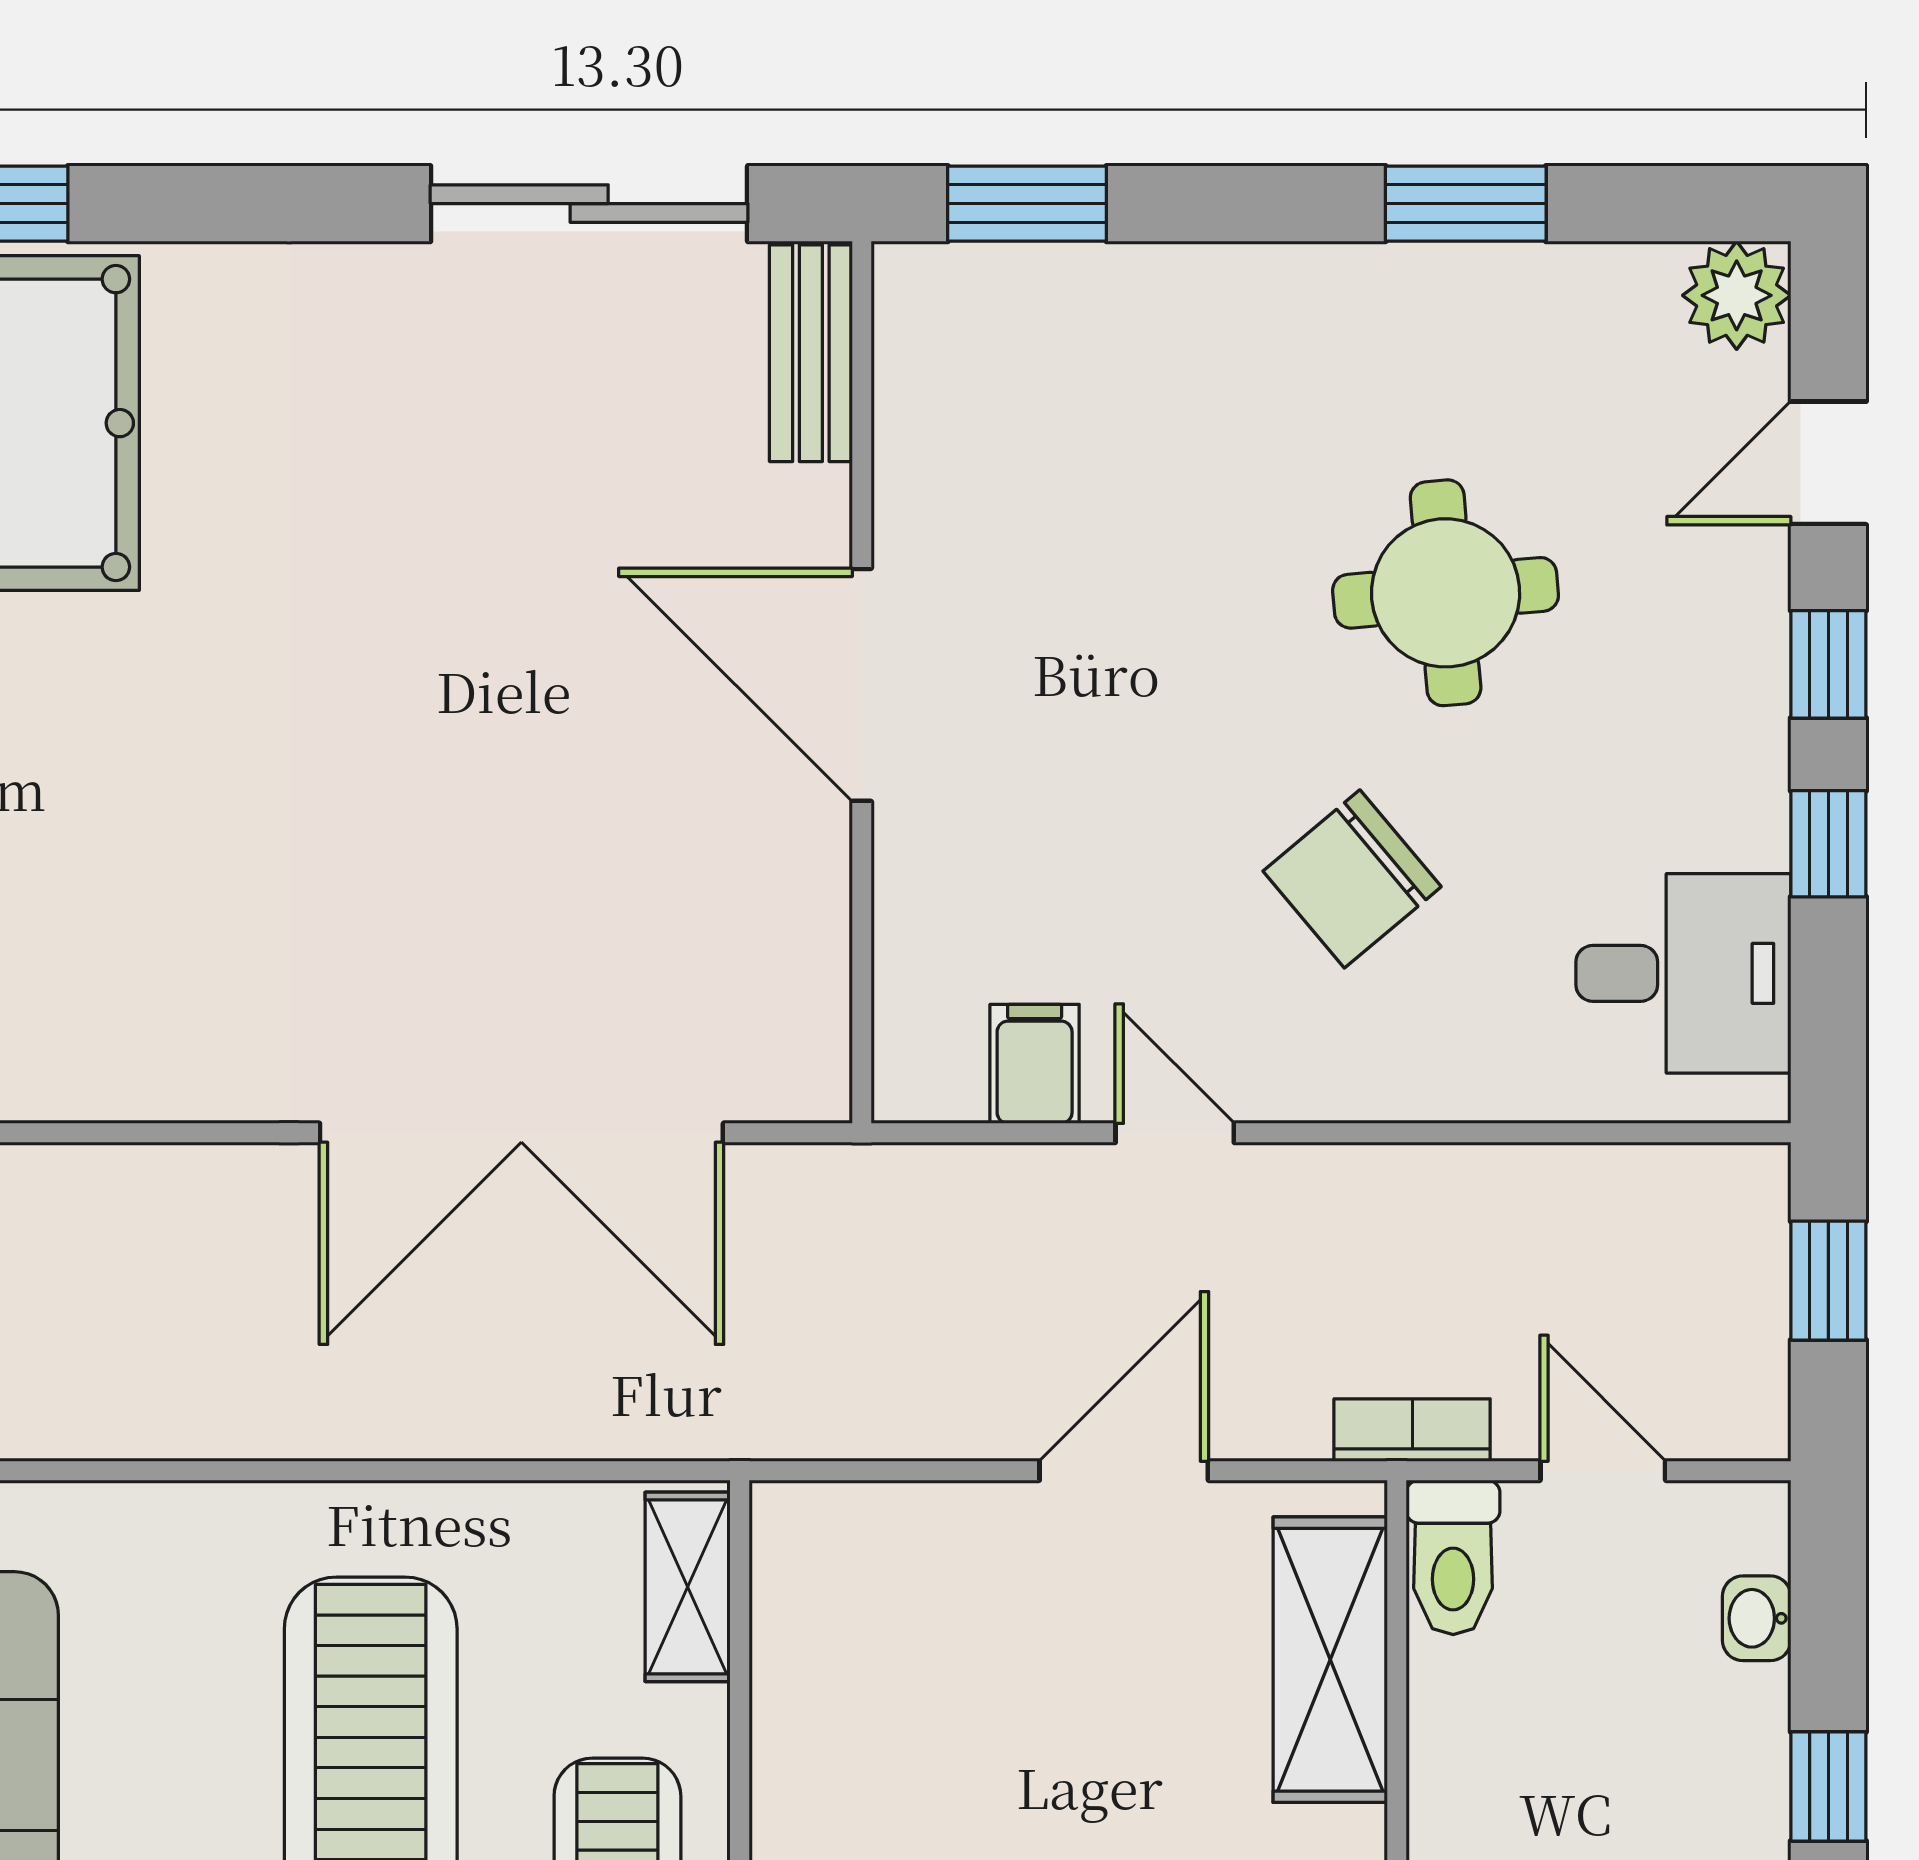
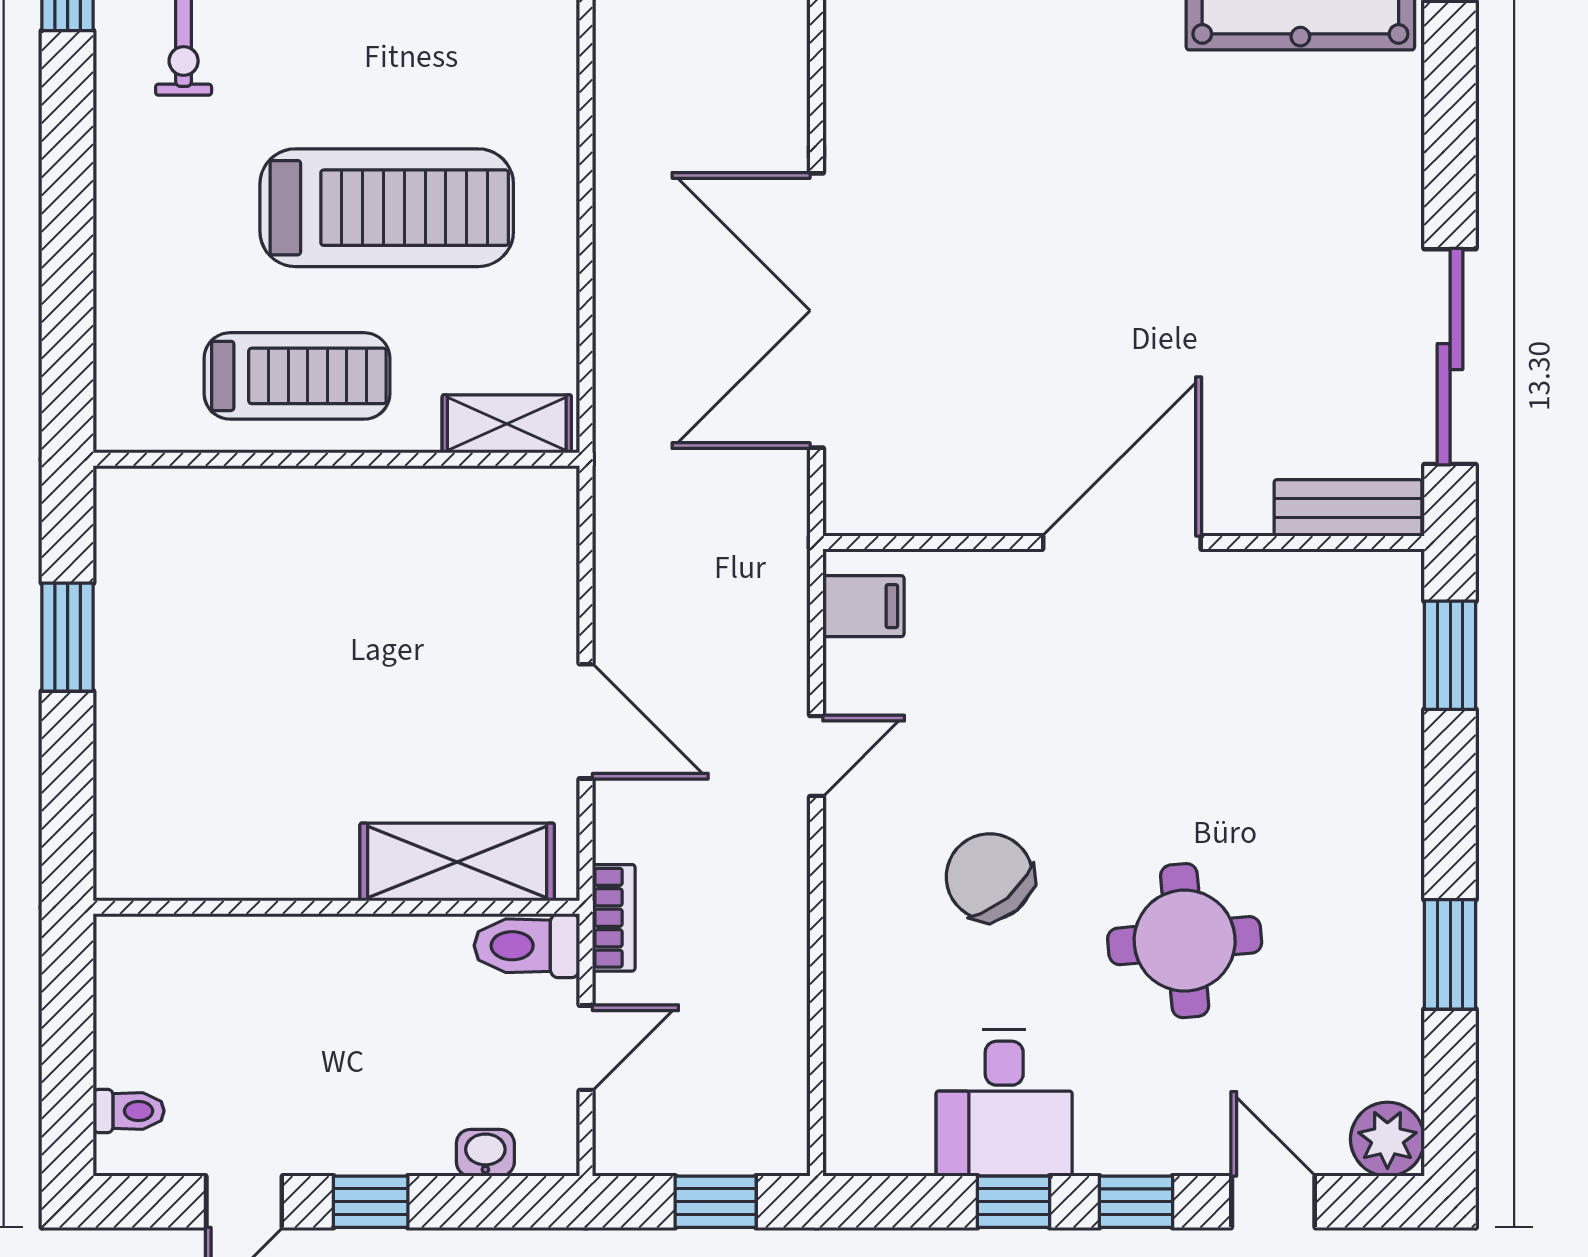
desk: (1683, 973) -> (1004, 1103), moved
filing cabinet: (1035, 1064) -> (863, 606), moved

